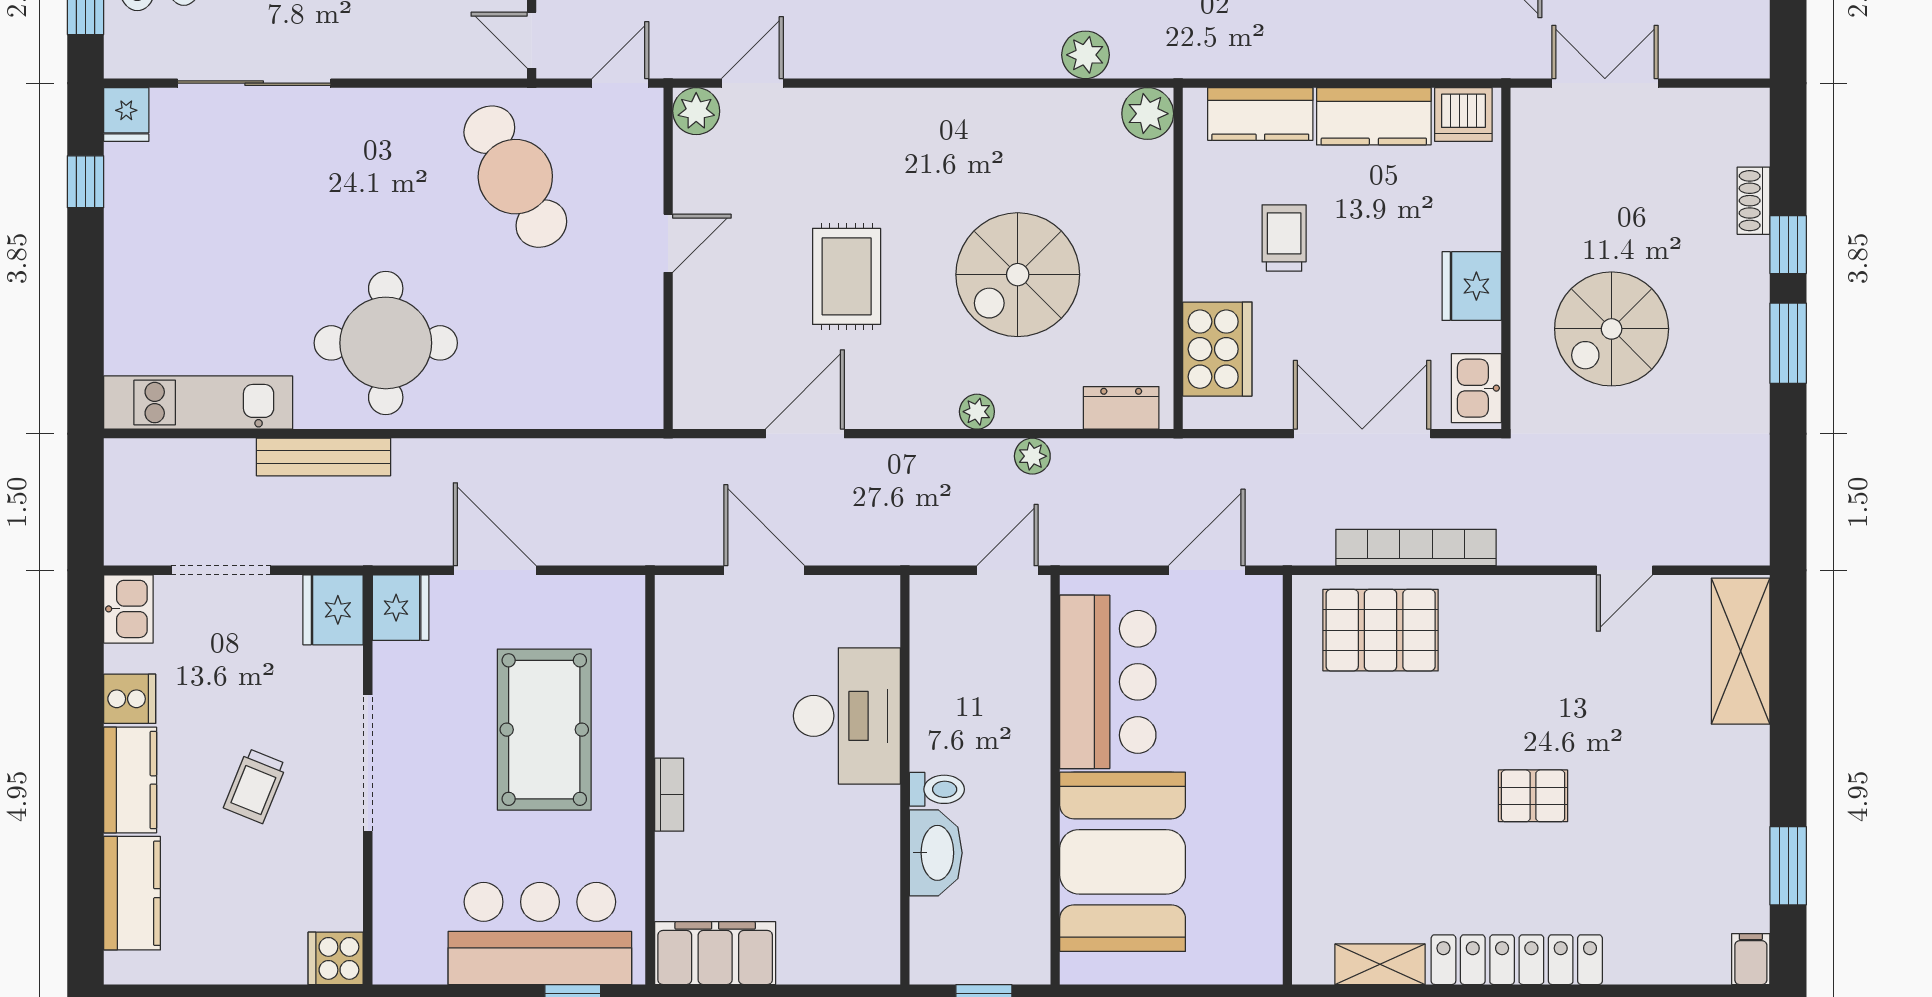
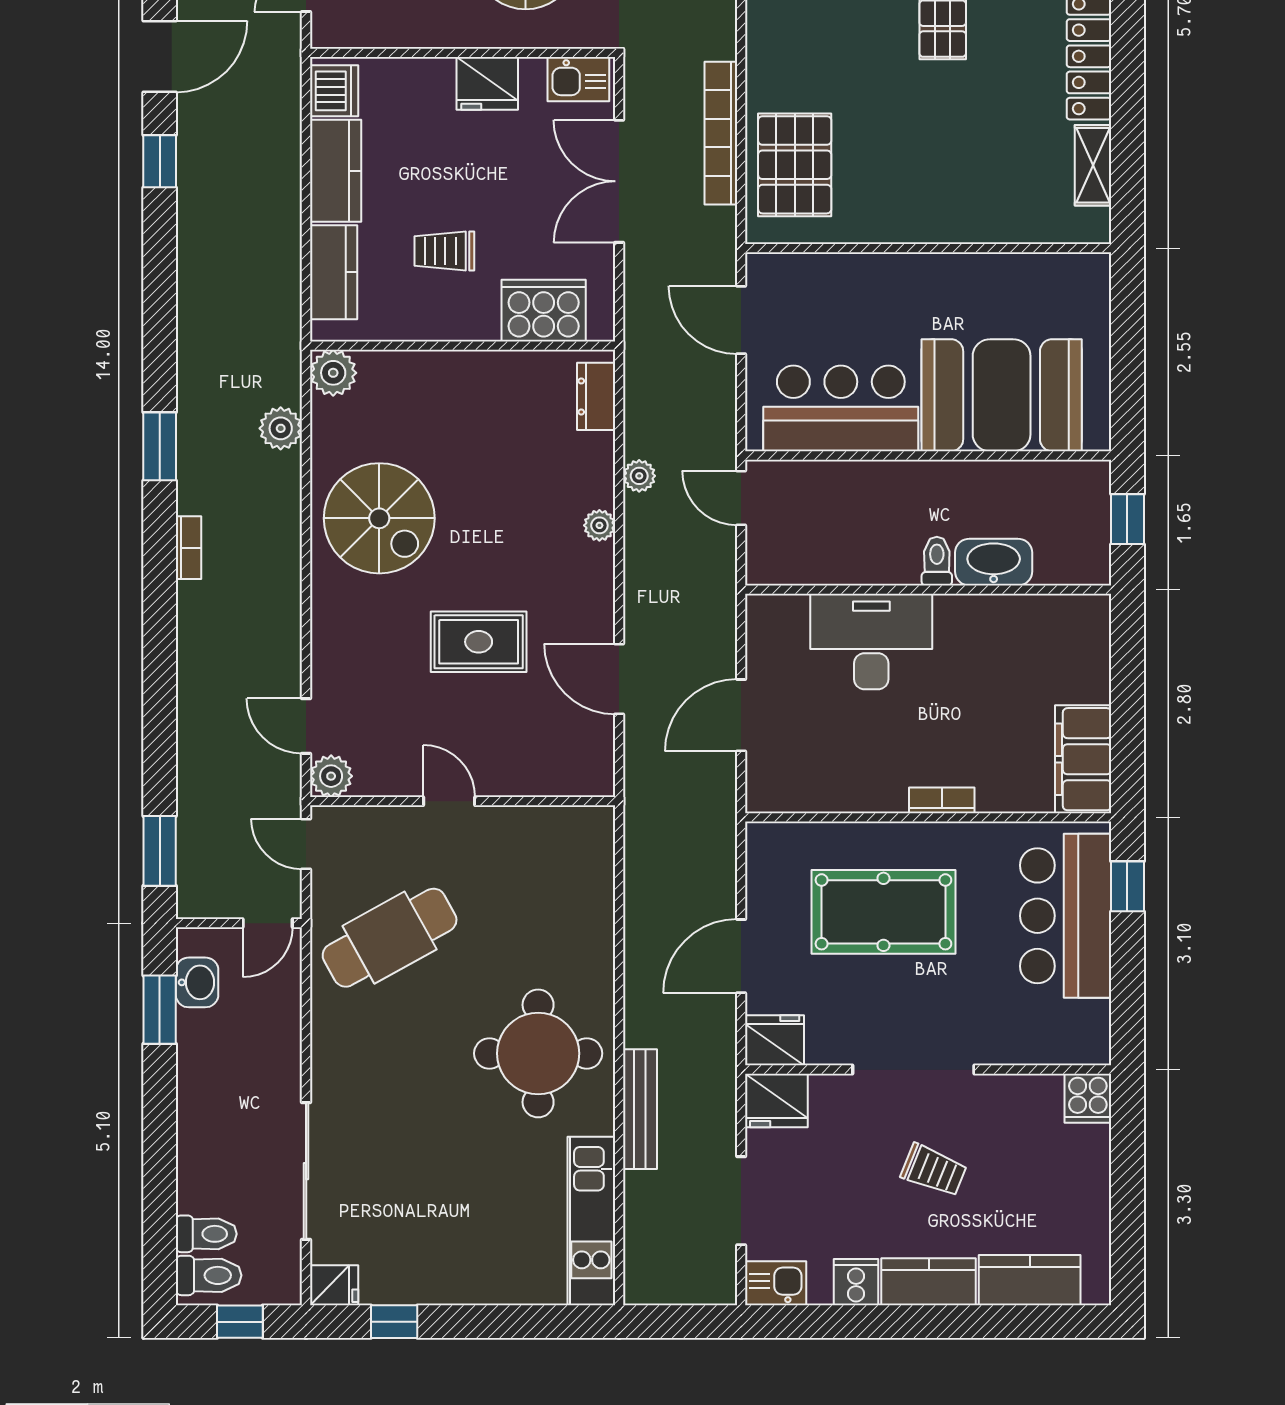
spiral stairs: (1018, 275) -> (379, 518), moved

